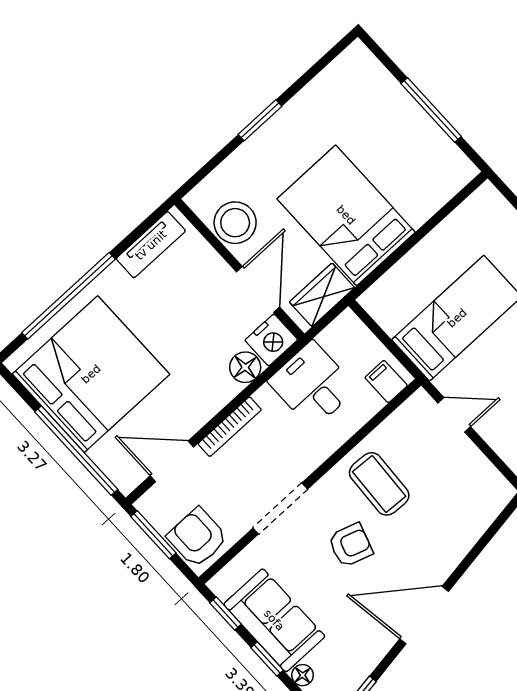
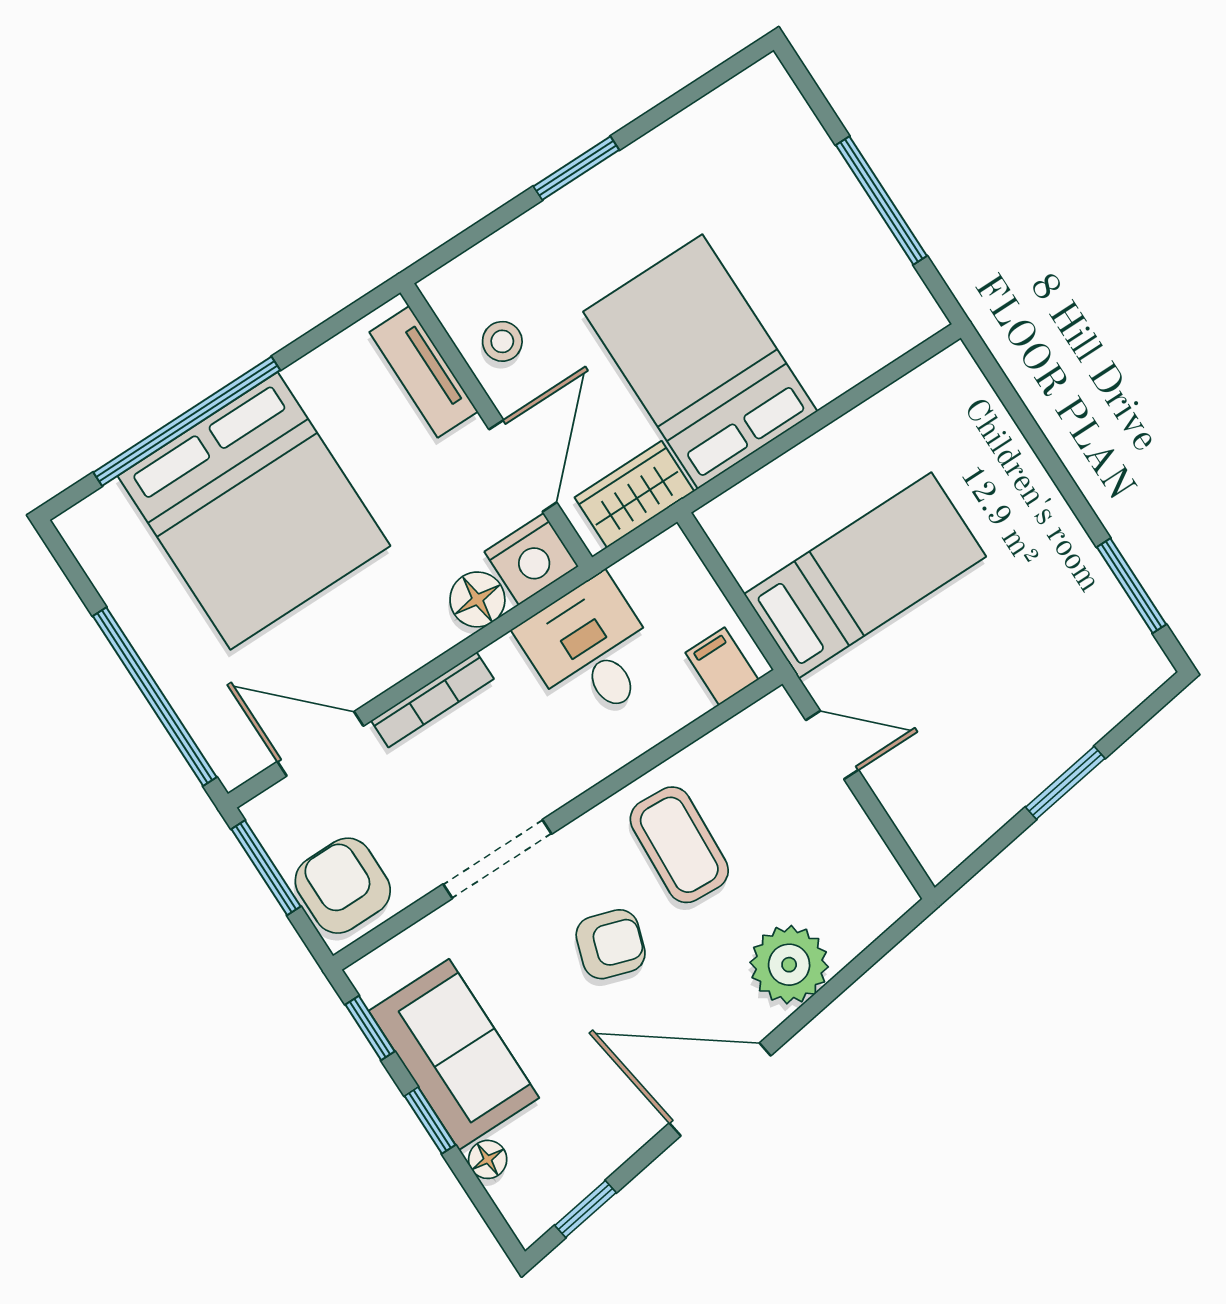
stool: (235, 223) -> (502, 341), width x0.53, depth x0.53
tv unit: (151, 245) -> (424, 372), moved, turned 90
bed: (91, 374) -> (254, 511), moved, turned 90
plant: (451, 540) -> (789, 965), added

